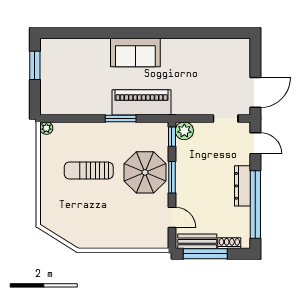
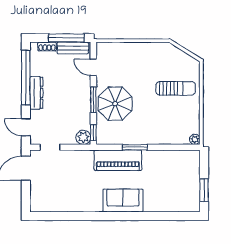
sun lounger: (89, 171) -> (176, 88), moved

